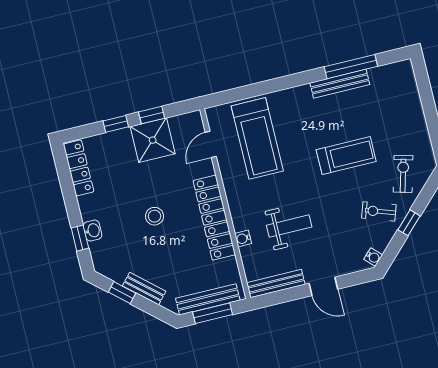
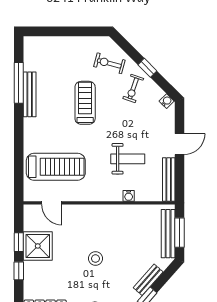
locker: (214, 218) -> (108, 214), removed
weight bench: (289, 226) -> (128, 159), turned 90

